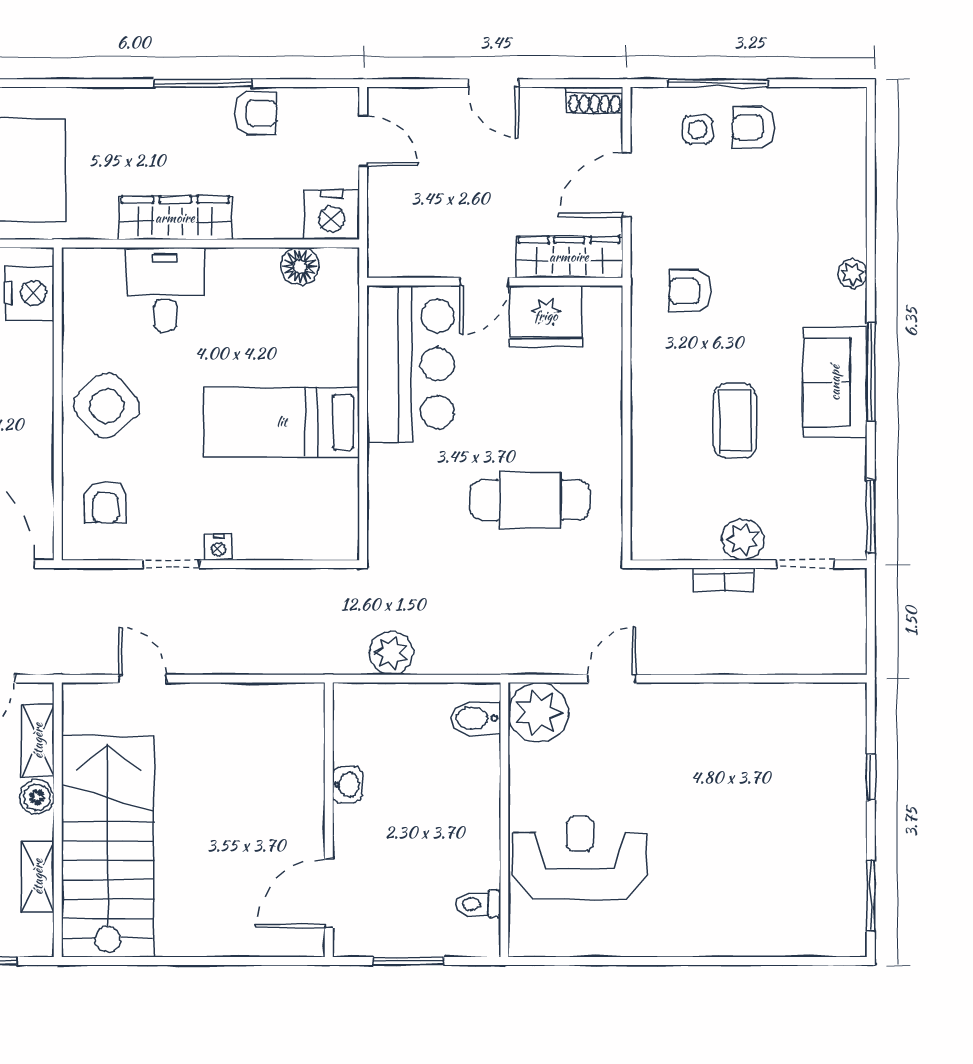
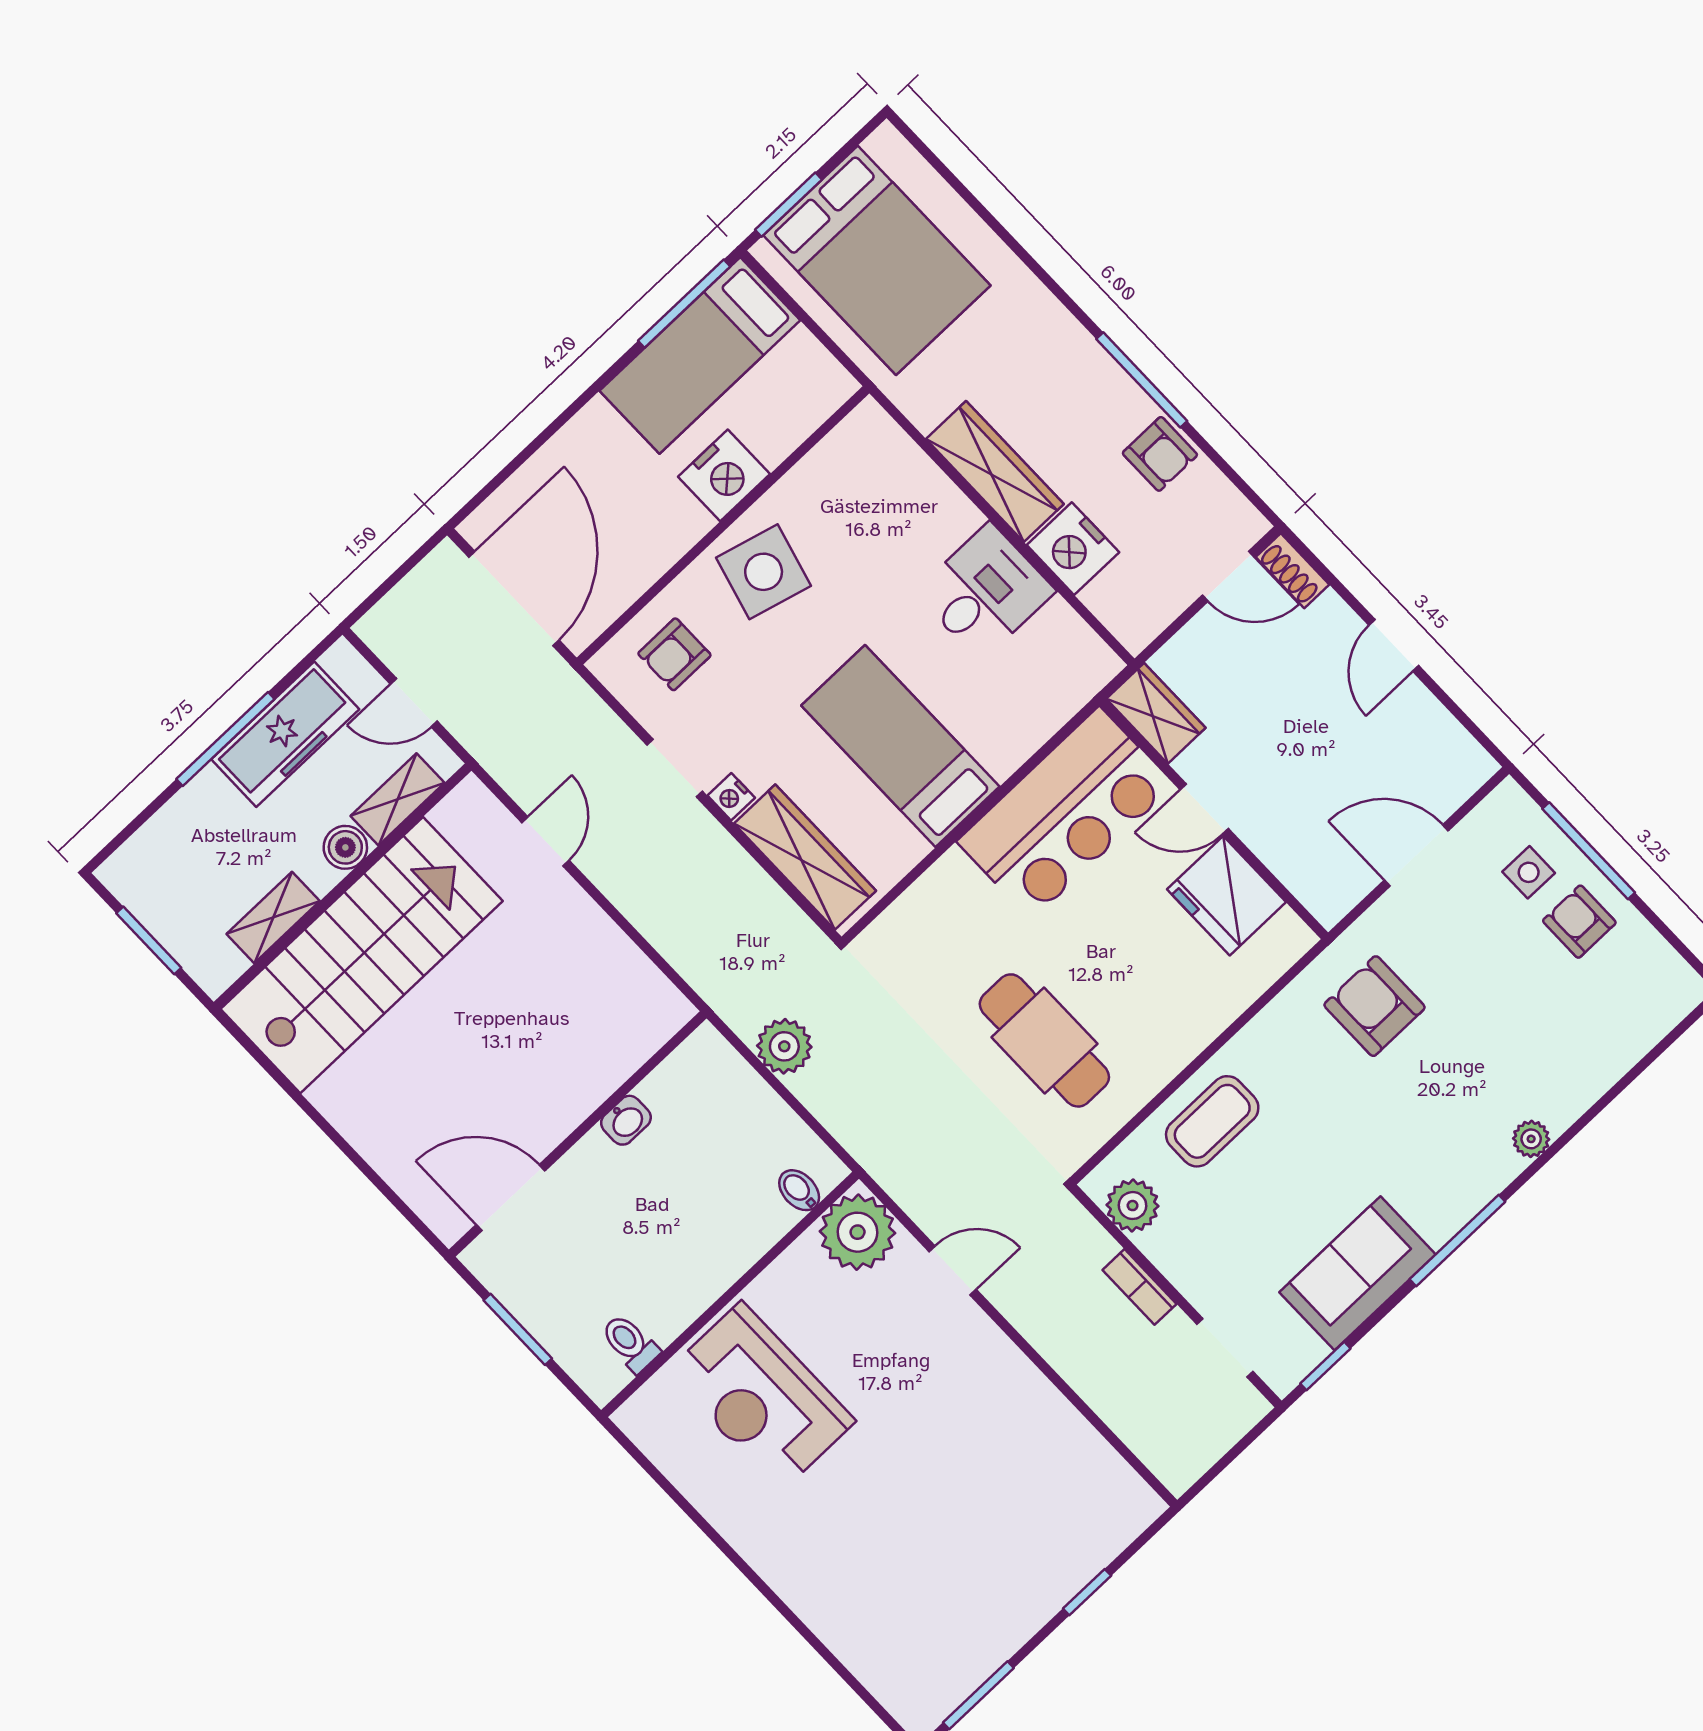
shoe rack: (595, 101) -> (1293, 571), moved
door: (363, 141) -> (1228, 576), hinge flipped
nightstand: (332, 215) -> (1073, 549), moved
wardrobe: (569, 257) -> (1156, 713), moved, width x0.67
floor lamp: (300, 266) -> (1059, 628), removed
desk: (165, 289) -> (985, 592), moved
armchair: (690, 291) -> (1374, 1006), width x1.38, depth x1.38
nightstand: (30, 293) -> (724, 475), moved
sofa: (835, 383) -> (1357, 1273), moved
side table: (107, 406) -> (764, 572), turned -34
coffee table: (735, 421) -> (1212, 1121), moved
window: (871, 516) -> (1325, 1366), width x0.67
wardrobe: (294, 538) -> (805, 857), added
plant: (743, 540) -> (1133, 1206), moved
bidet: (475, 718) -> (799, 1190), width x0.72, depth x0.74
reception desk: (580, 858) -> (761, 1397), turned 180

